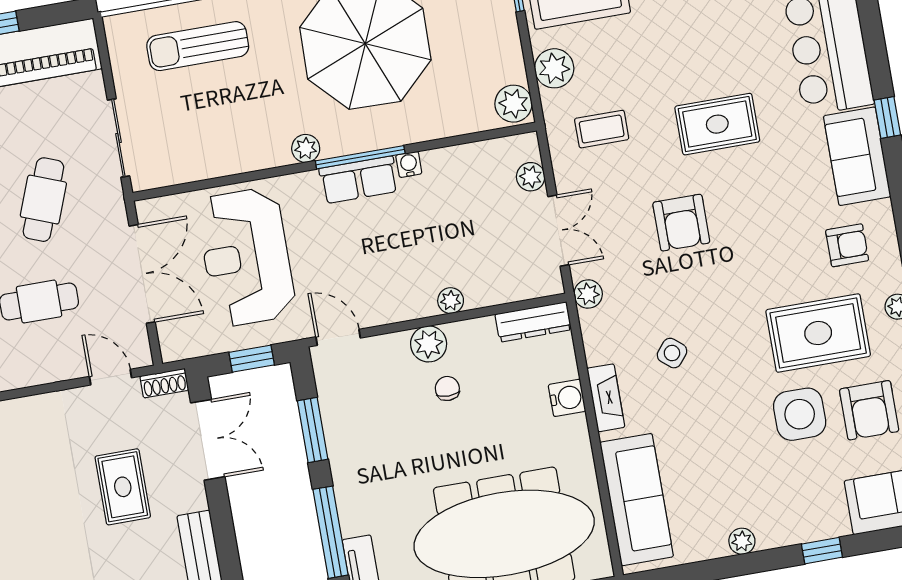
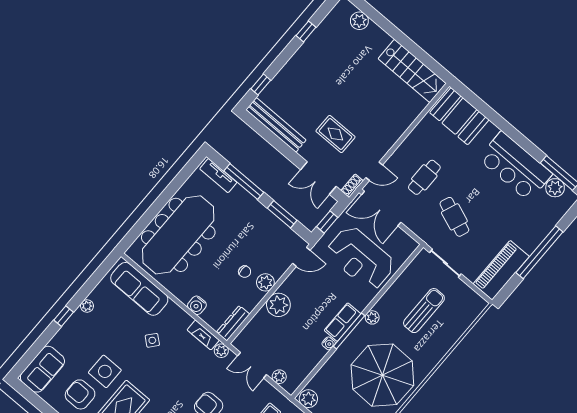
sun lounger: (198, 46) -> (424, 311), moved
reception desk: (246, 257) -> (361, 258), turned 180
double door: (142, 274) -> (381, 208), moved
plant: (451, 301) -> (278, 305), width x1.88, depth x1.88
side table: (672, 353) -> (152, 340), moved
fireplace: (606, 398) -> (203, 335), moved
window: (822, 551) -> (64, 316), moved

